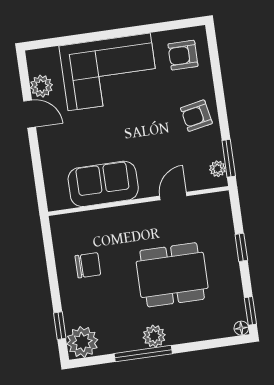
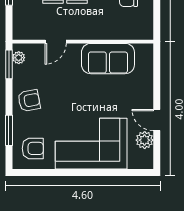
window: (217, 74) -> (9, 130), added

